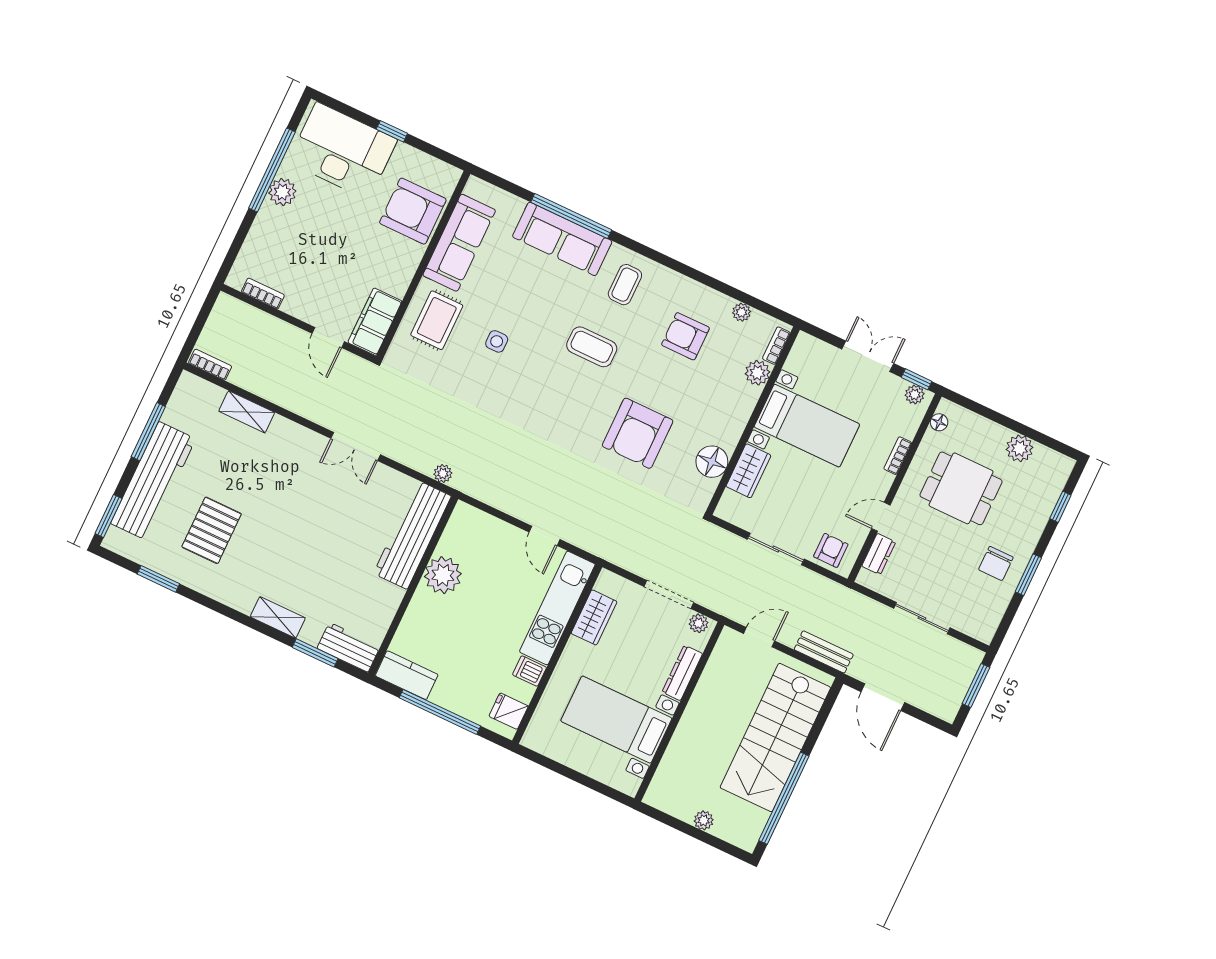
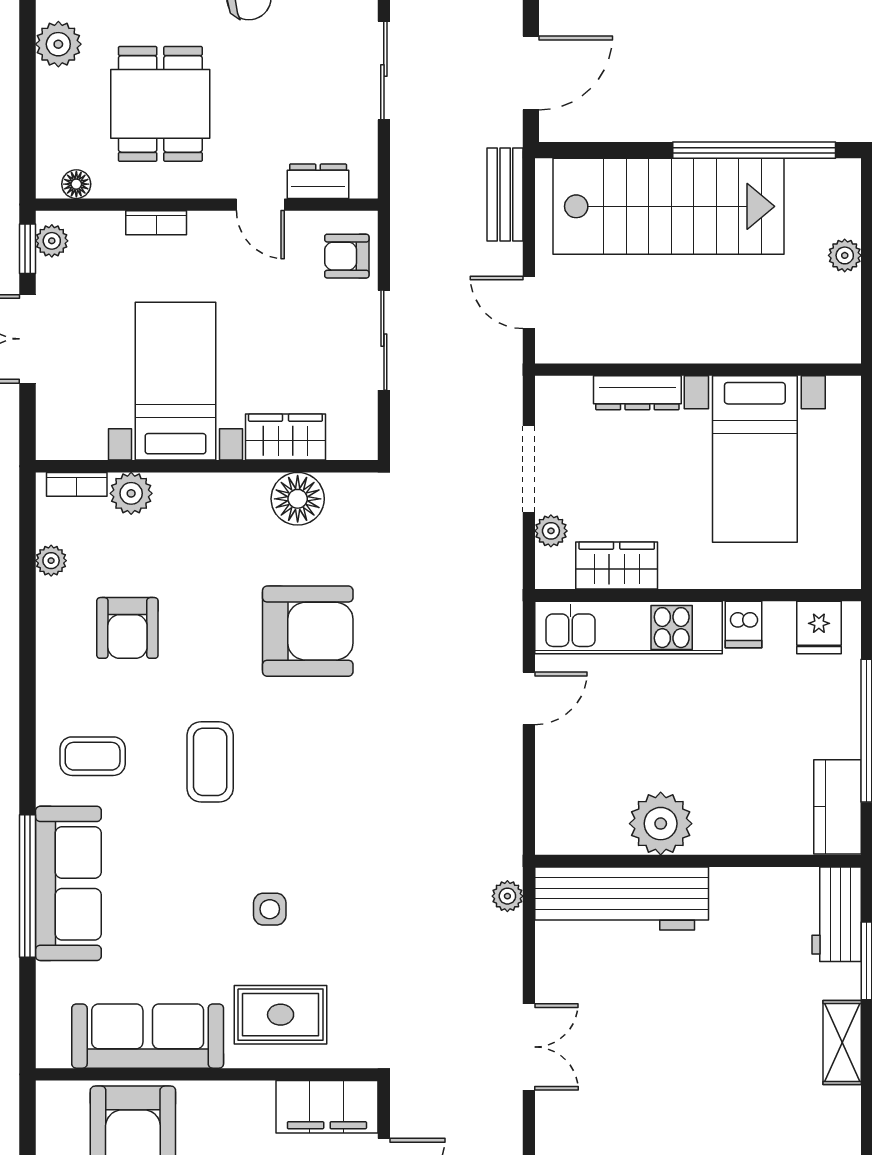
plant: (699, 623) -> (551, 531), moved

